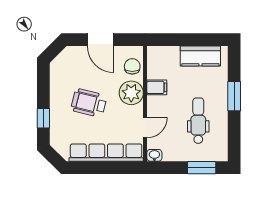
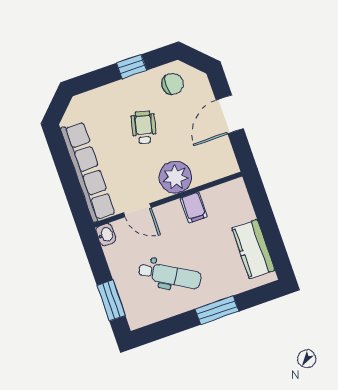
chair: (132, 66) -> (173, 84), moved
wheelchair: (89, 103) -> (144, 127), width x0.73, depth x0.73
window: (43, 118) -> (132, 67), moved
dental chair: (198, 121) -> (170, 275), turned 30

